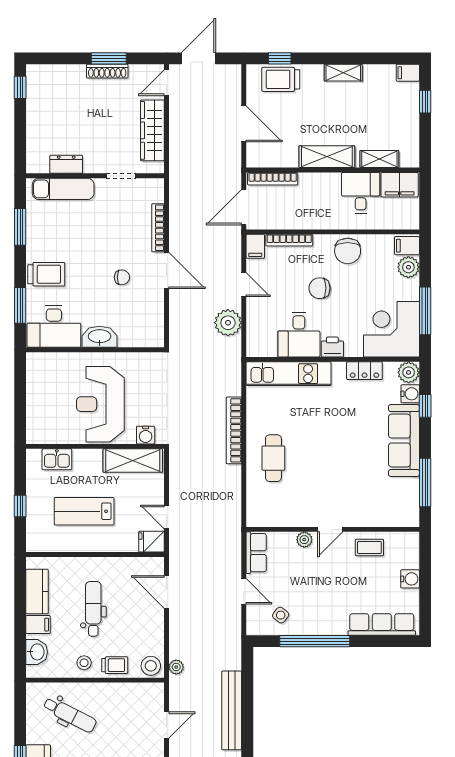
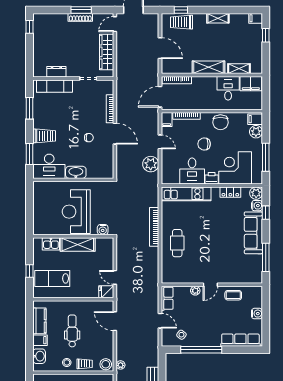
corner desk: (391, 329) -> (235, 168), moved
shelving: (133, 460) -> (78, 244), moved
lab bench: (84, 511) -> (52, 278), moved

